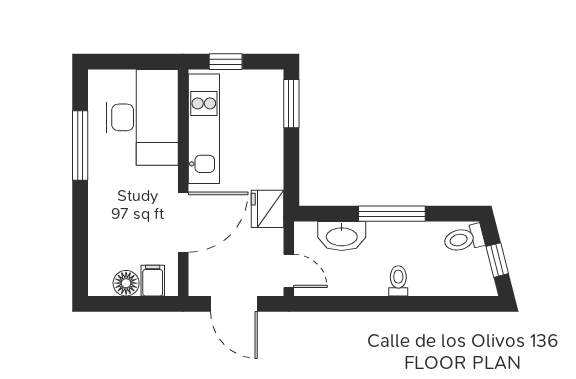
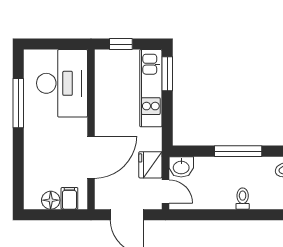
kitchen unit: (204, 129) -> (151, 88), moved, turned 180
fridge: (267, 209) -> (150, 165), moved
washbasin: (342, 236) -> (181, 167), moved, width x0.72

